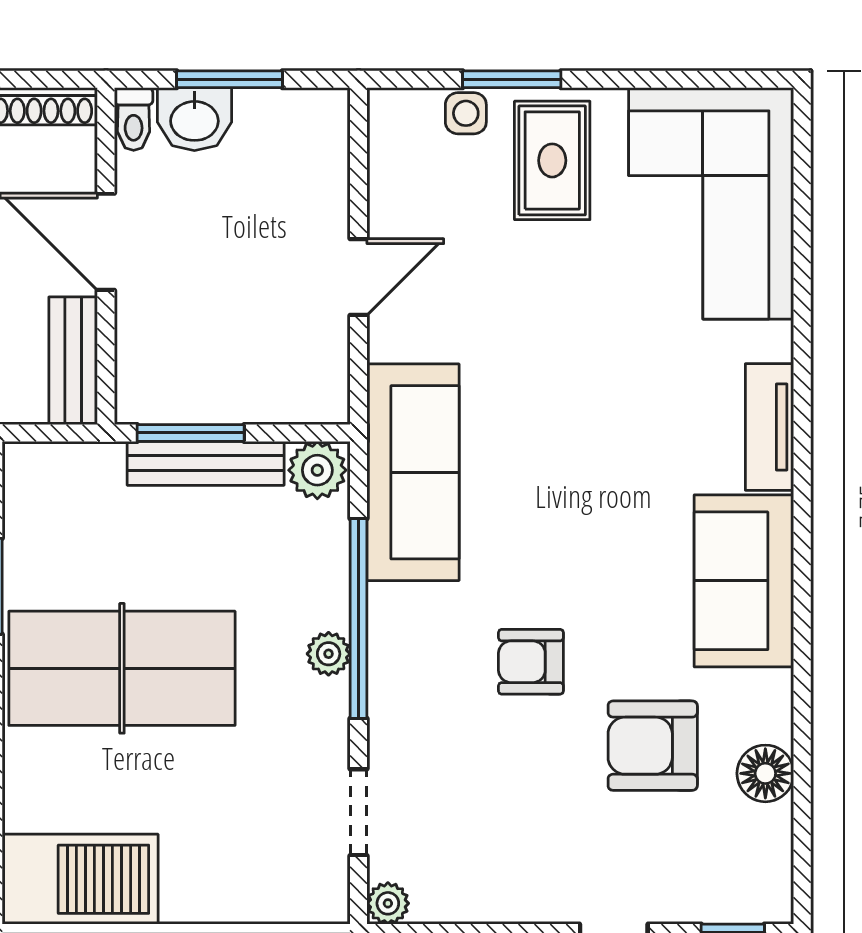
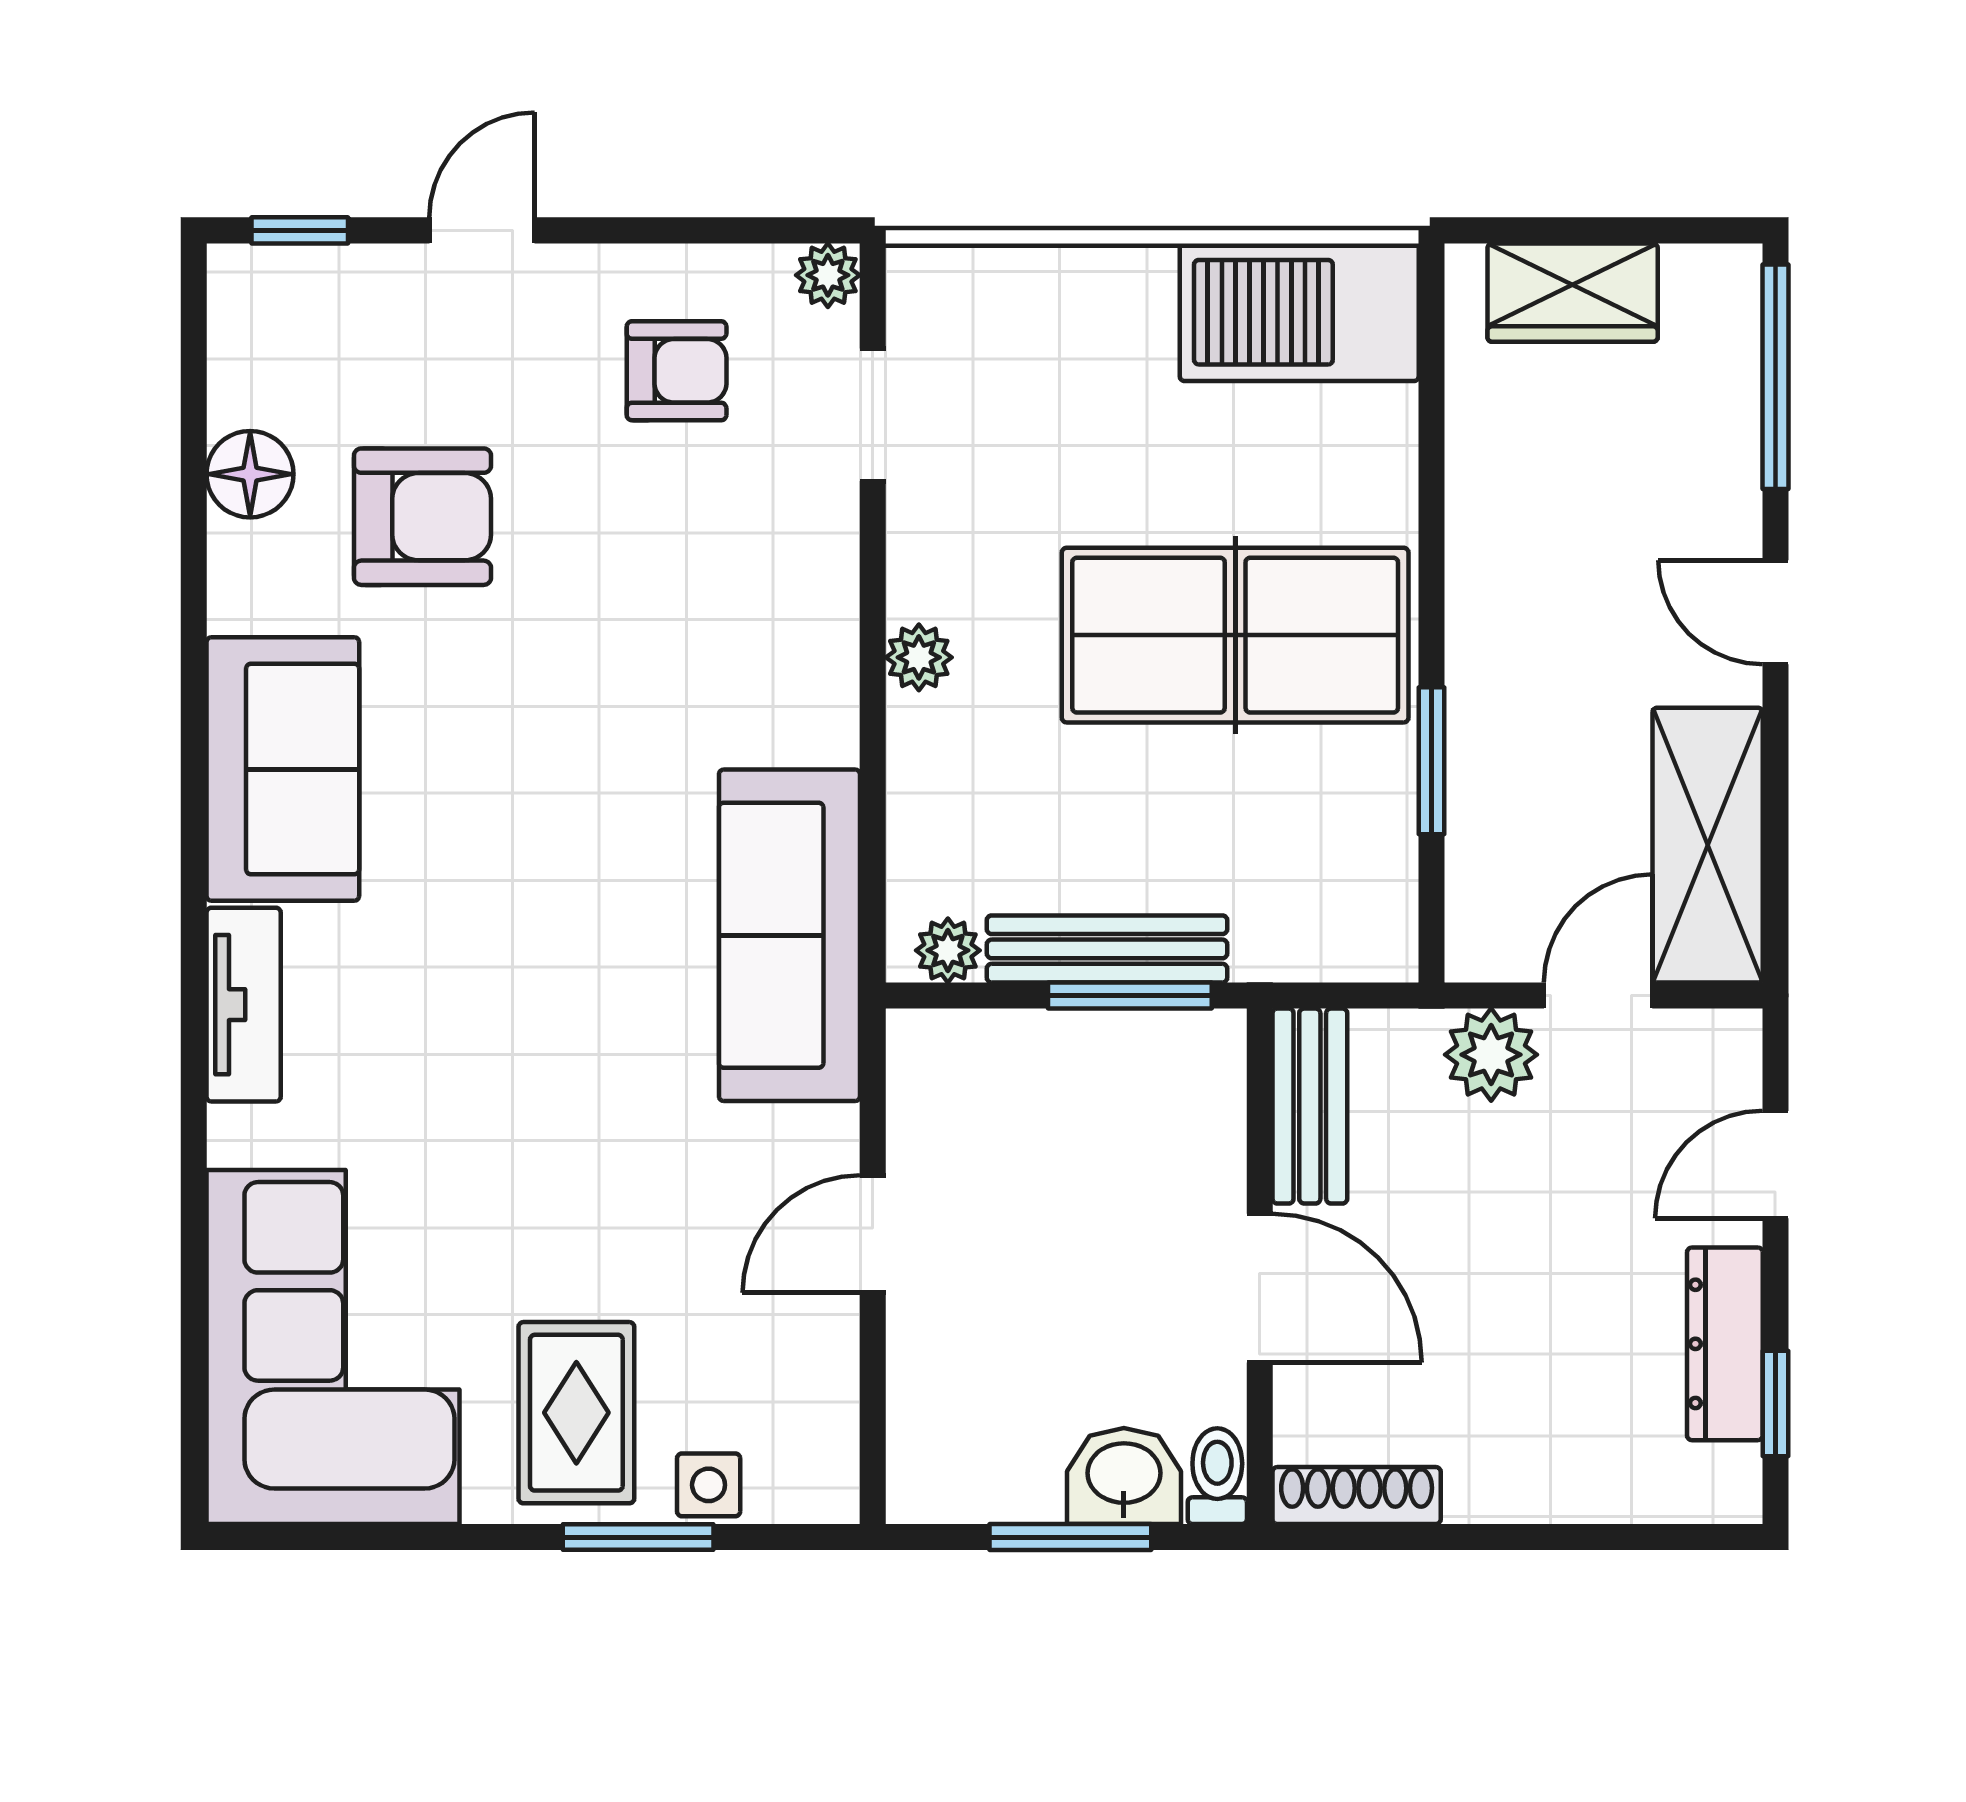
plant: (317, 470) -> (948, 950), width x0.73, depth x0.73
window: (359, 619) -> (873, 711), removed
armchair: (531, 662) -> (677, 371), moved

